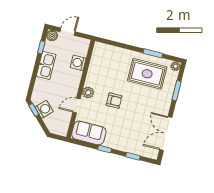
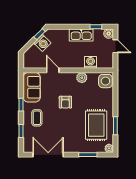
side table: (102, 52) -> (105, 81), added
plant: (88, 93) -> (82, 78), moved
coffee table: (123, 136) -> (37, 118), added

